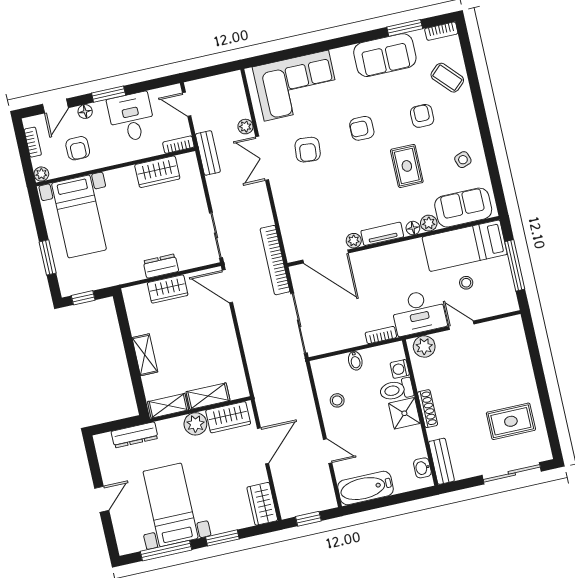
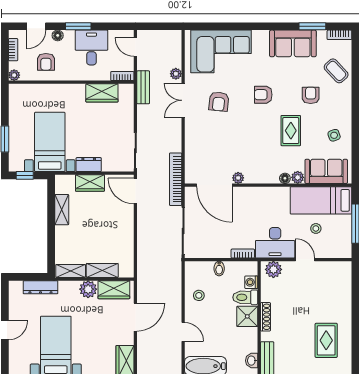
bed with nightstands: (79, 216) -> (50, 142), moved, turned 180
tv unit: (382, 234) -> (261, 178), removed
shelving: (145, 355) -> (62, 210), moved
rug: (511, 421) -> (326, 340), turned 90

